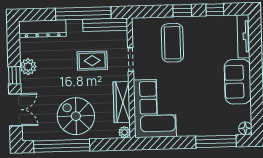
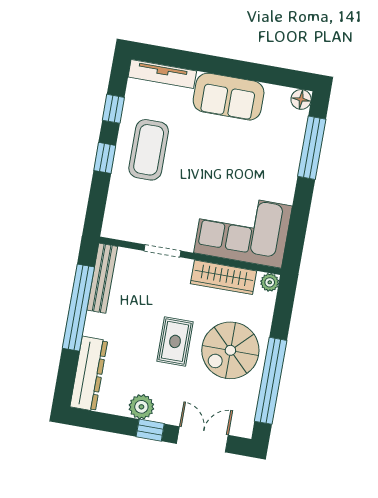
coffee table: (172, 43) -> (149, 150), moved, turned 90
rug: (92, 61) -> (175, 341), moved

